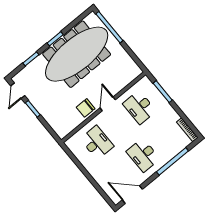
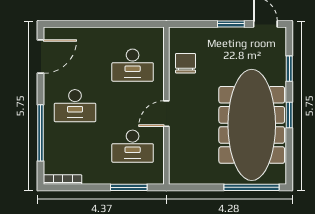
door: (108, 104) -> (166, 114), swing flipped
desk: (139, 107) -> (133, 146), turned 180
chair: (86, 108) -> (185, 63), moved
desk: (143, 155) -> (75, 106), turned 180

